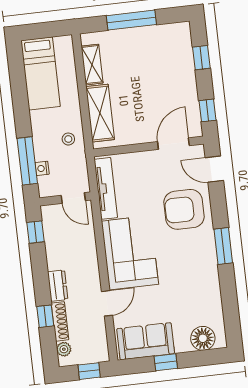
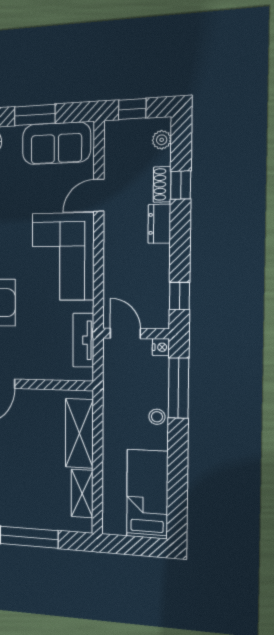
stool: (68, 139) -> (157, 417), moved
nightstand: (42, 168) -> (161, 347), moved
tv unit: (106, 188) -> (83, 340), width x0.71
shoe rack: (60, 321) -> (162, 184), width x0.70
window: (166, 362) -> (35, 115), width x1.50

